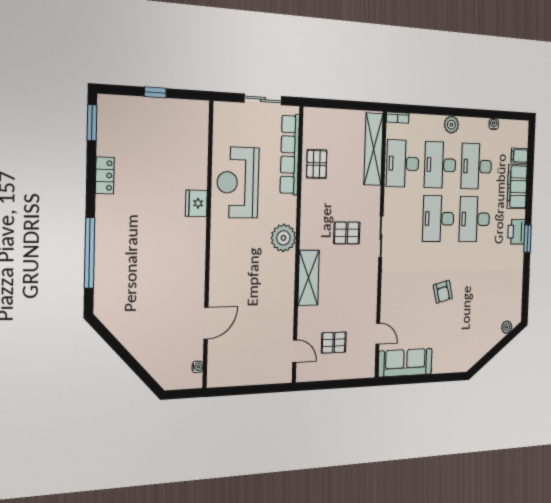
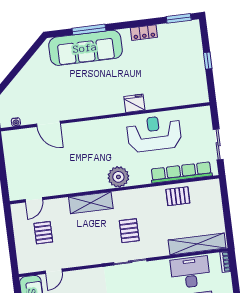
window: (90, 253) -> (89, 30), width x0.68
sofa: (114, 261) -> (85, 48), added

